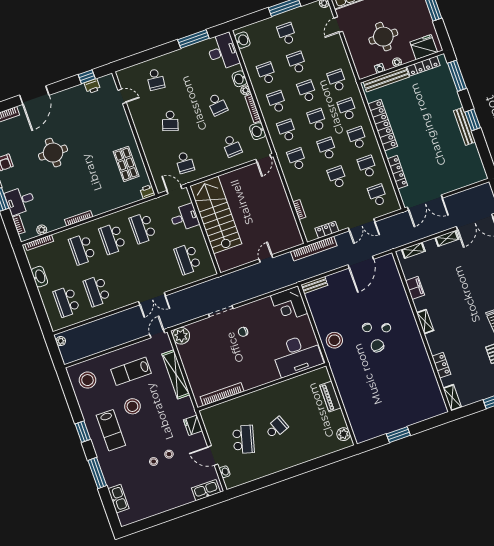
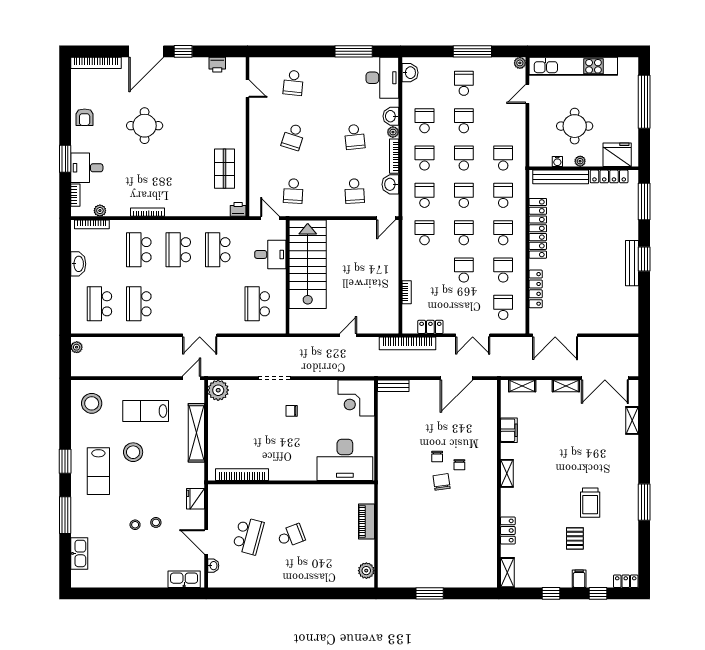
window: (87, 77) -> (183, 51), moved
stool: (334, 340) -> (394, 458), removed

